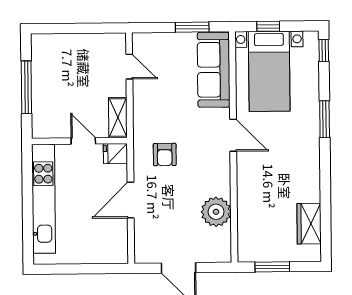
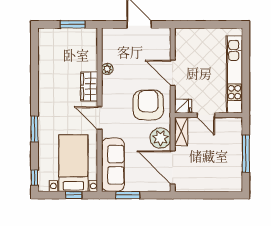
door: (129, 67) -> (173, 168), width x1.88
plant: (147, 108) -> (160, 138), added
armchair: (165, 155) -> (148, 105), width x1.88, depth x1.88
door: (131, 200) -> (173, 73), swing flipped
plant: (216, 212) -> (107, 69), width x0.53, depth x0.53
wardrobe: (309, 224) -> (89, 87), moved, turned 180

